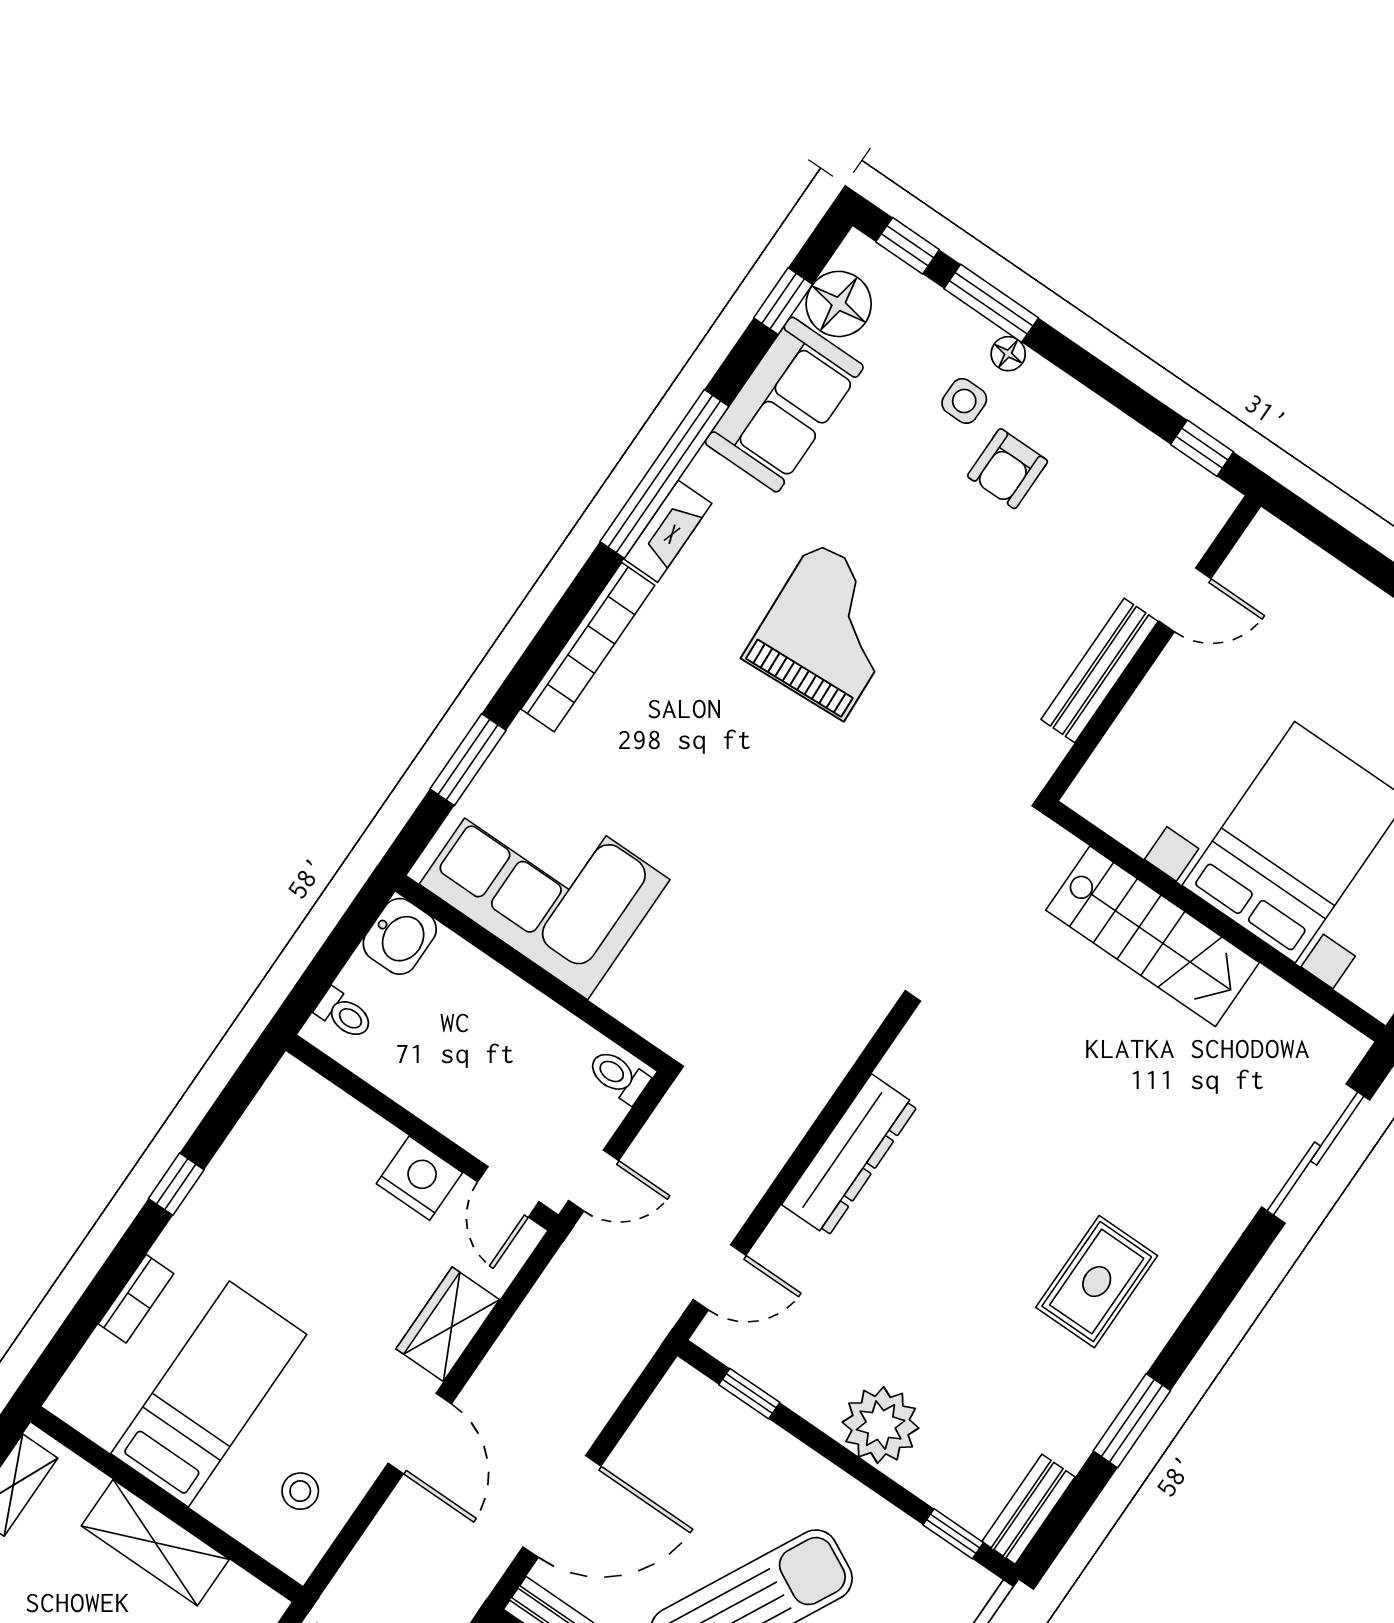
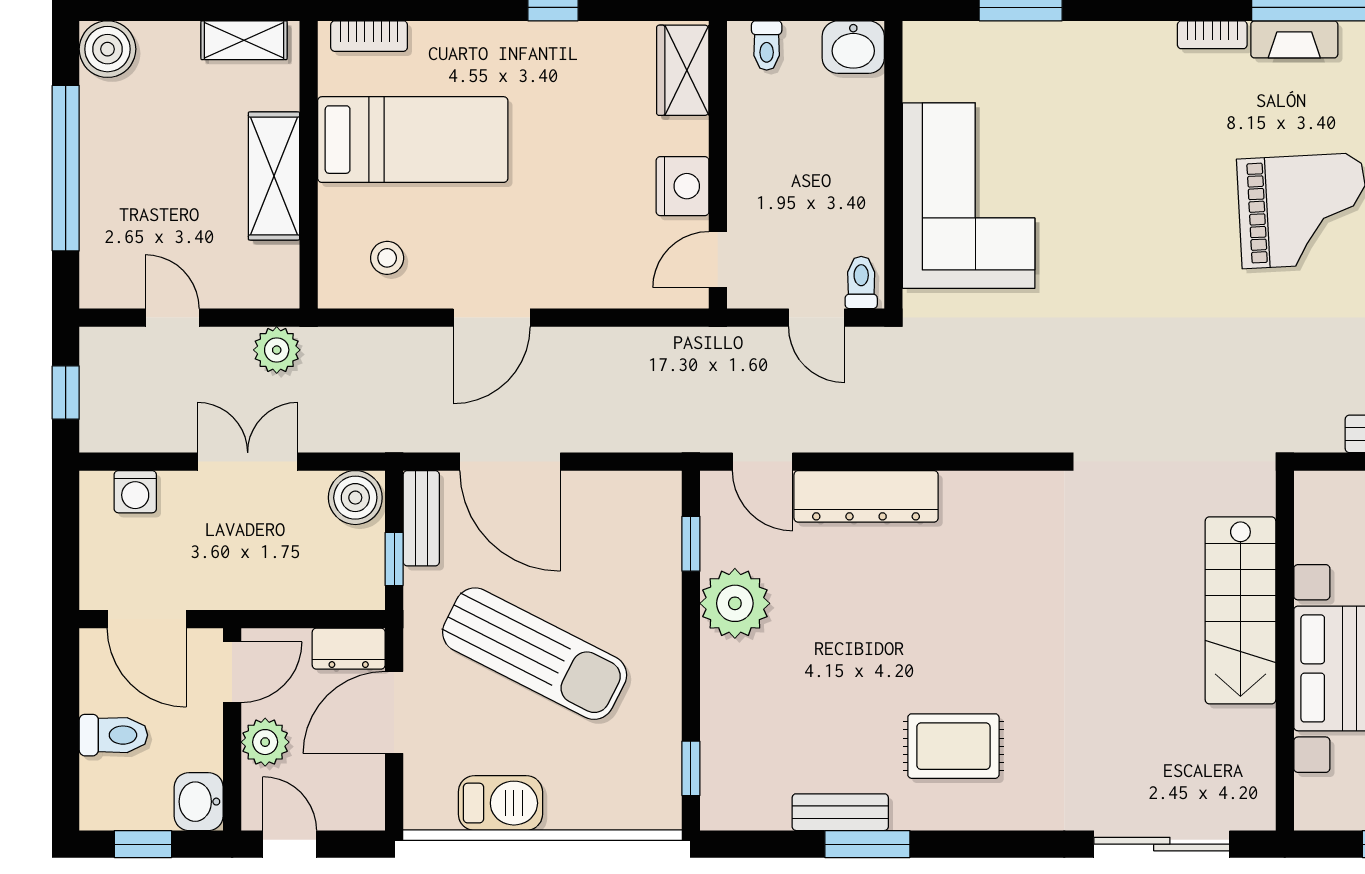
bookcase: (588, 647) -> (1212, 35), width x0.43, depth x0.76
corner sofa: (545, 882) -> (969, 196), moved
dresser: (850, 1155) -> (866, 496), moved
door: (594, 1180) -> (816, 318), moved
bookcase: (136, 1299) -> (369, 36), moved
wardrobe: (448, 1324) -> (683, 70), moved, turned -90
plant: (881, 1425) -> (735, 603), moved
bench: (1029, 1509) -> (840, 812), moved

